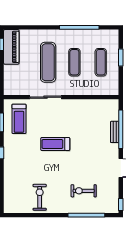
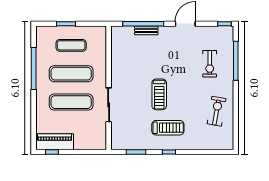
exercise mat: (74, 62) -> (71, 74), width x1.36, depth x1.45
treadmill: (19, 119) -> (168, 128), moved
exercise bike: (40, 197) -> (217, 111), turned 100

